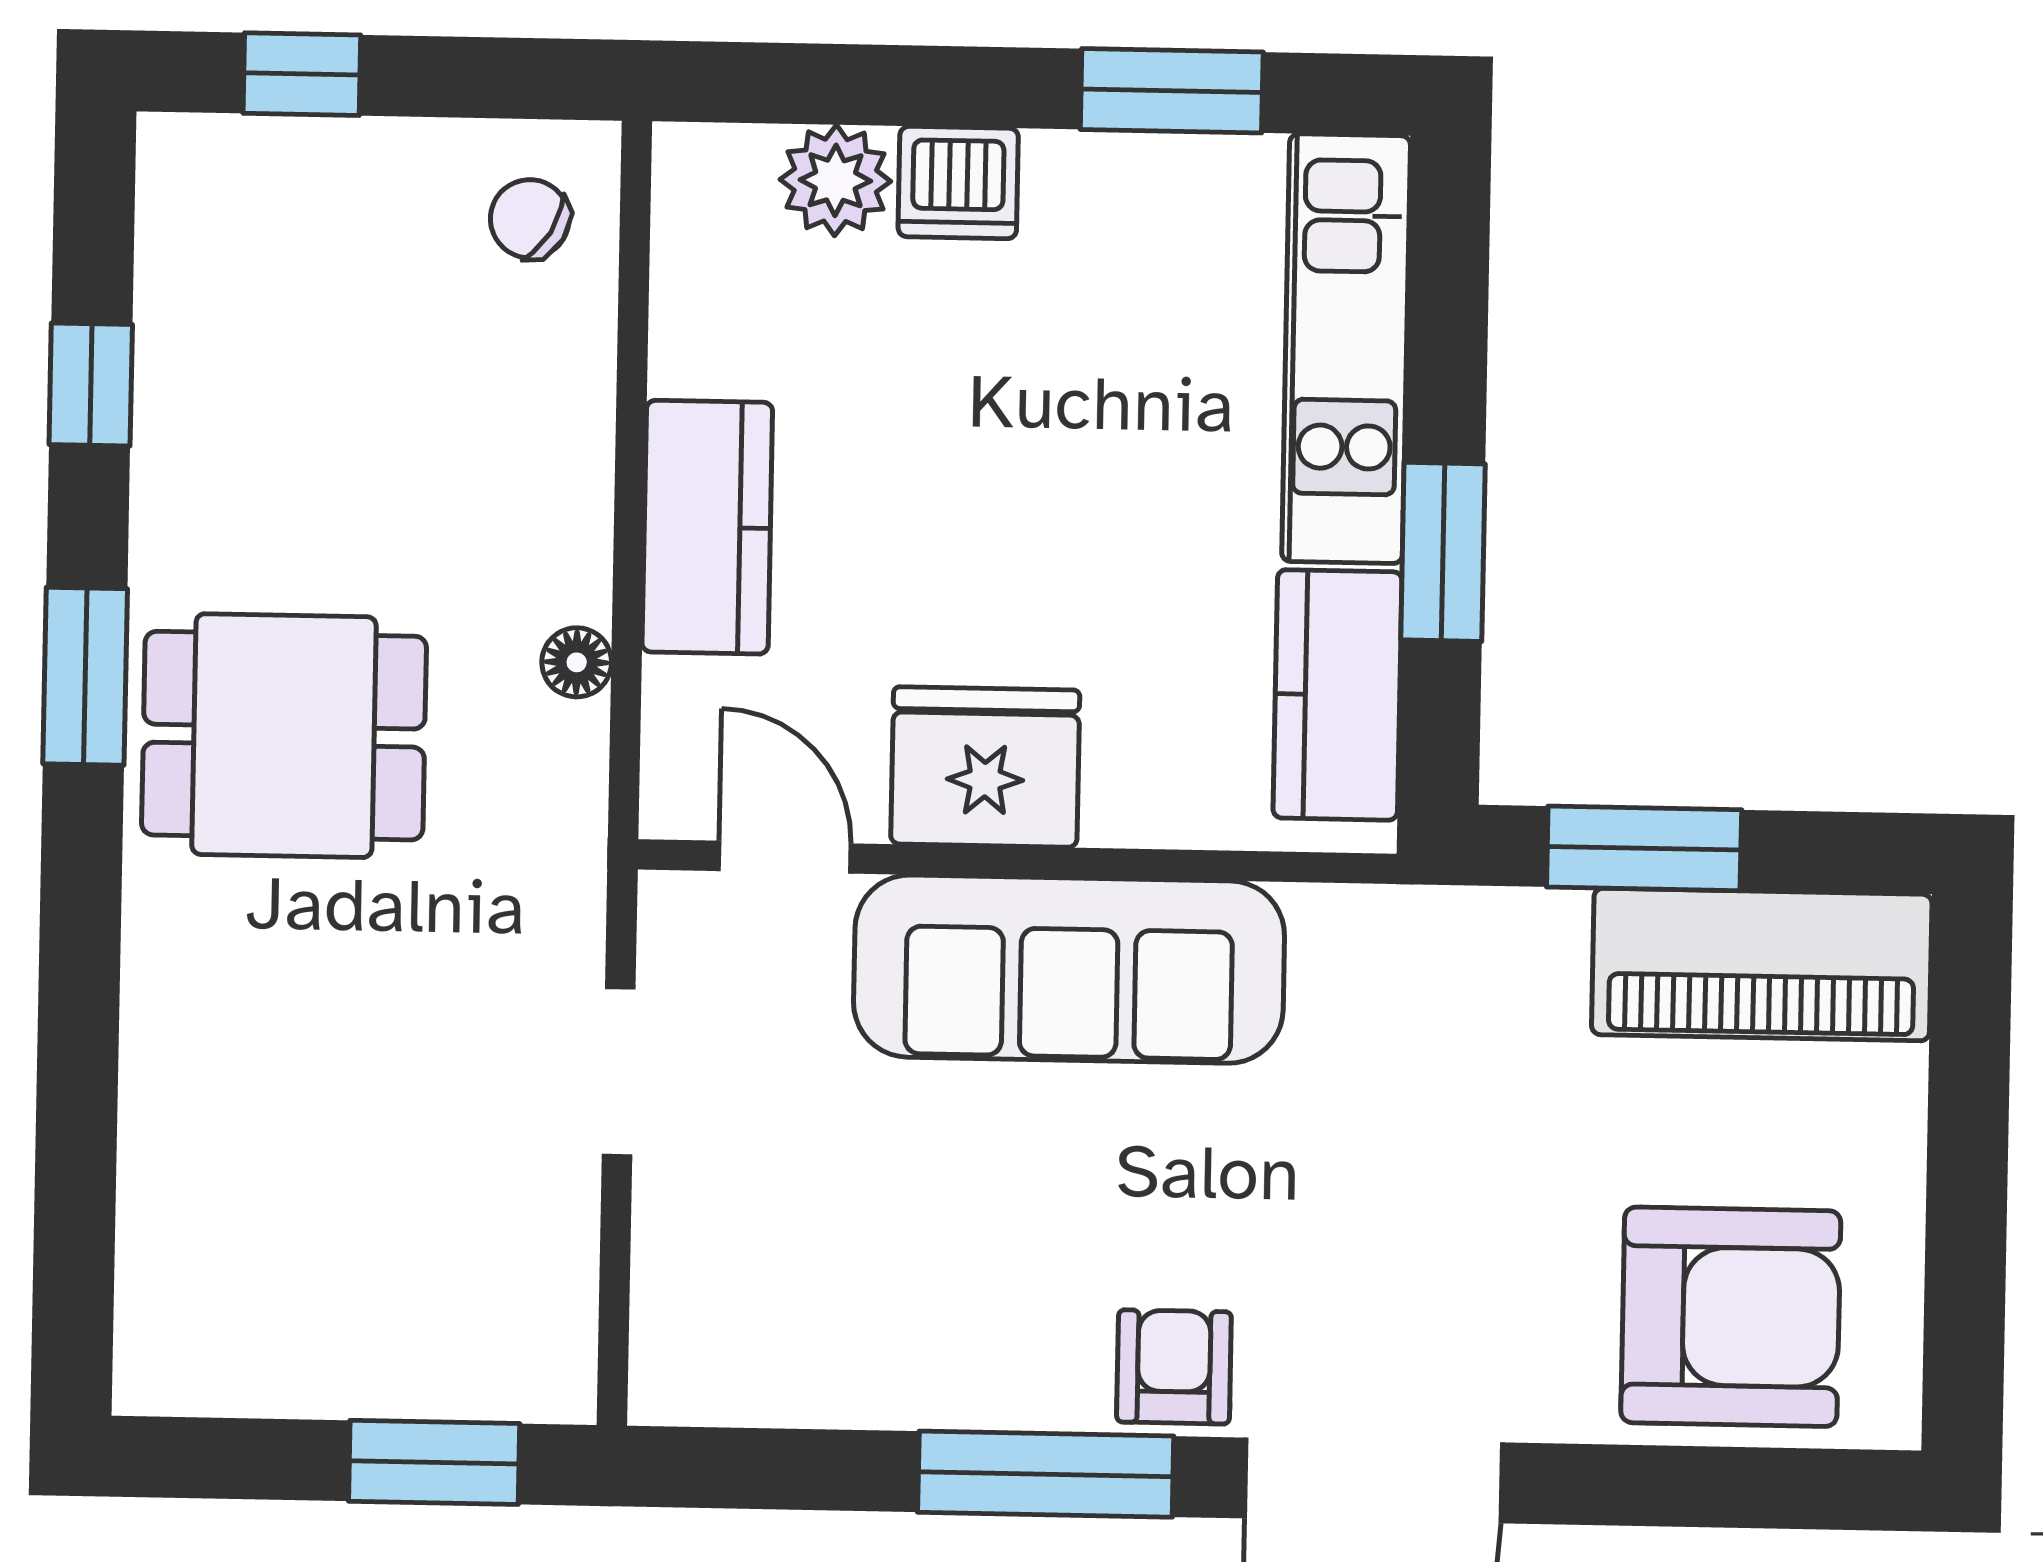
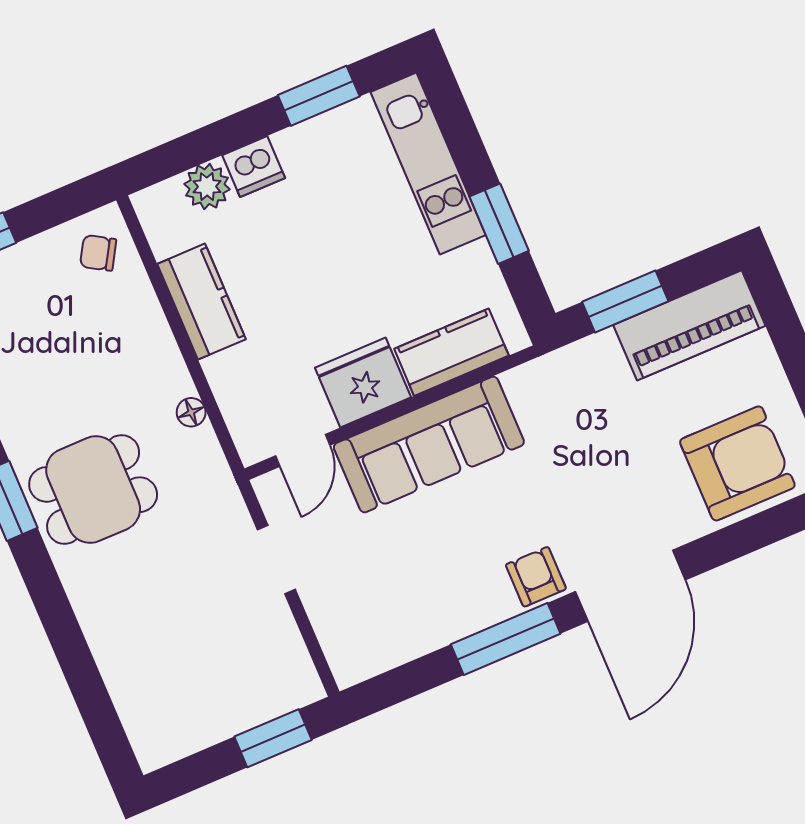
kitchen counter: (707, 527) -> (201, 302), moved
kitchen counter: (1338, 695) -> (451, 352), moved, turned 90
door: (785, 857) -> (303, 450), swing flipped

